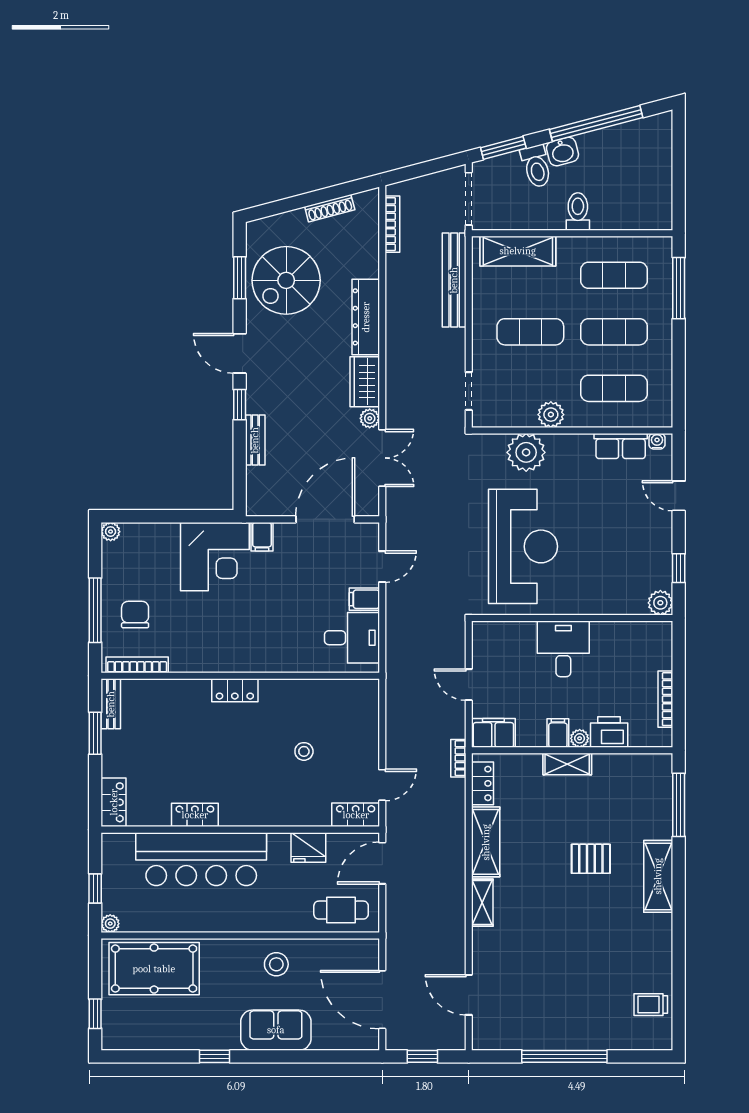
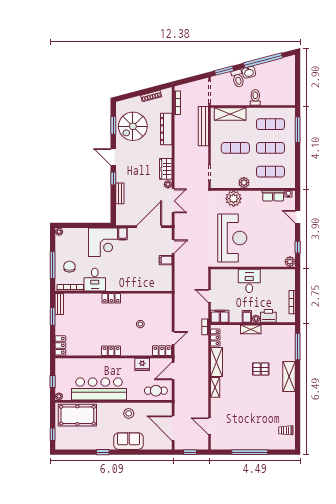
dresser: (366, 317) -> (166, 129), moved
desk: (352, 638) -> (95, 280), moved, turned 90
locker: (195, 815) -> (111, 351), moved
bar counter: (201, 859) -> (99, 389), moved, turned 180

